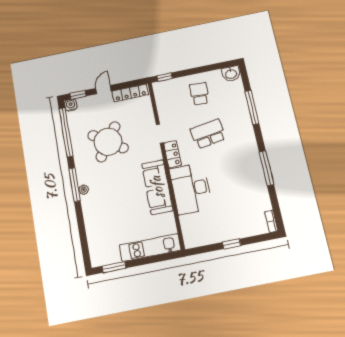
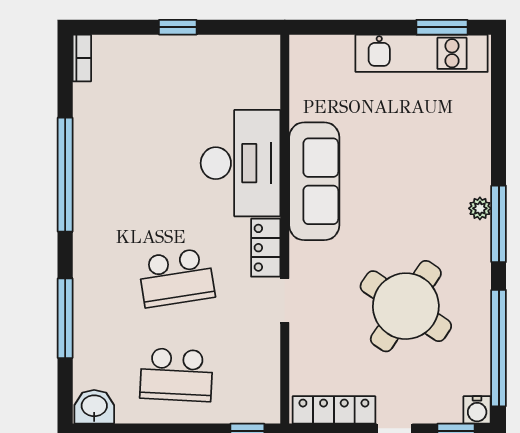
school desk: (199, 94) -> (176, 375), width x1.85
window: (266, 168) -> (65, 175), width x1.46
kitchen unit: (150, 248) -> (422, 53), moved

